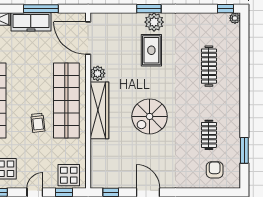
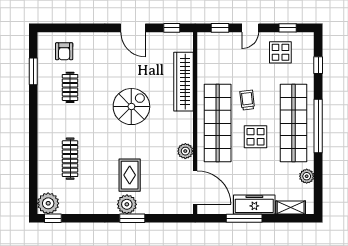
plant: (235, 18) -> (48, 203), width x1.88, depth x1.88
wardrobe: (99, 110) -> (183, 82), moved
display table: (69, 175) -> (256, 137), moved

